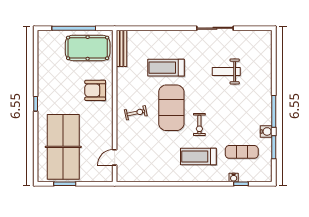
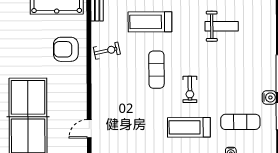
weight bench: (226, 71) -> (222, 26), turned 180
exercise mat: (171, 108) -> (156, 70), width x0.50, depth x0.69
exercise bike: (136, 113) -> (107, 51), moved

